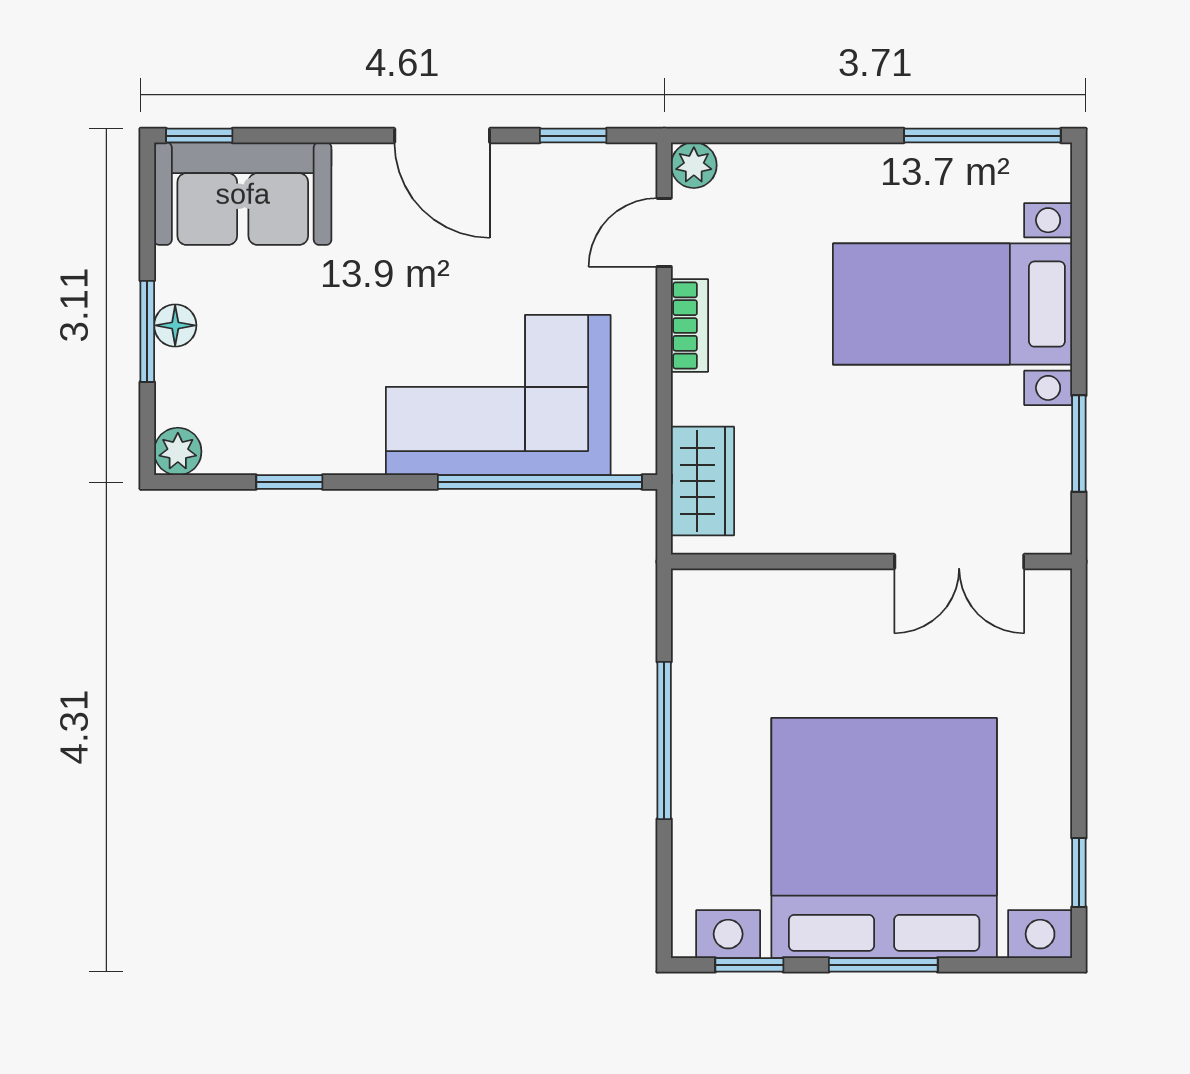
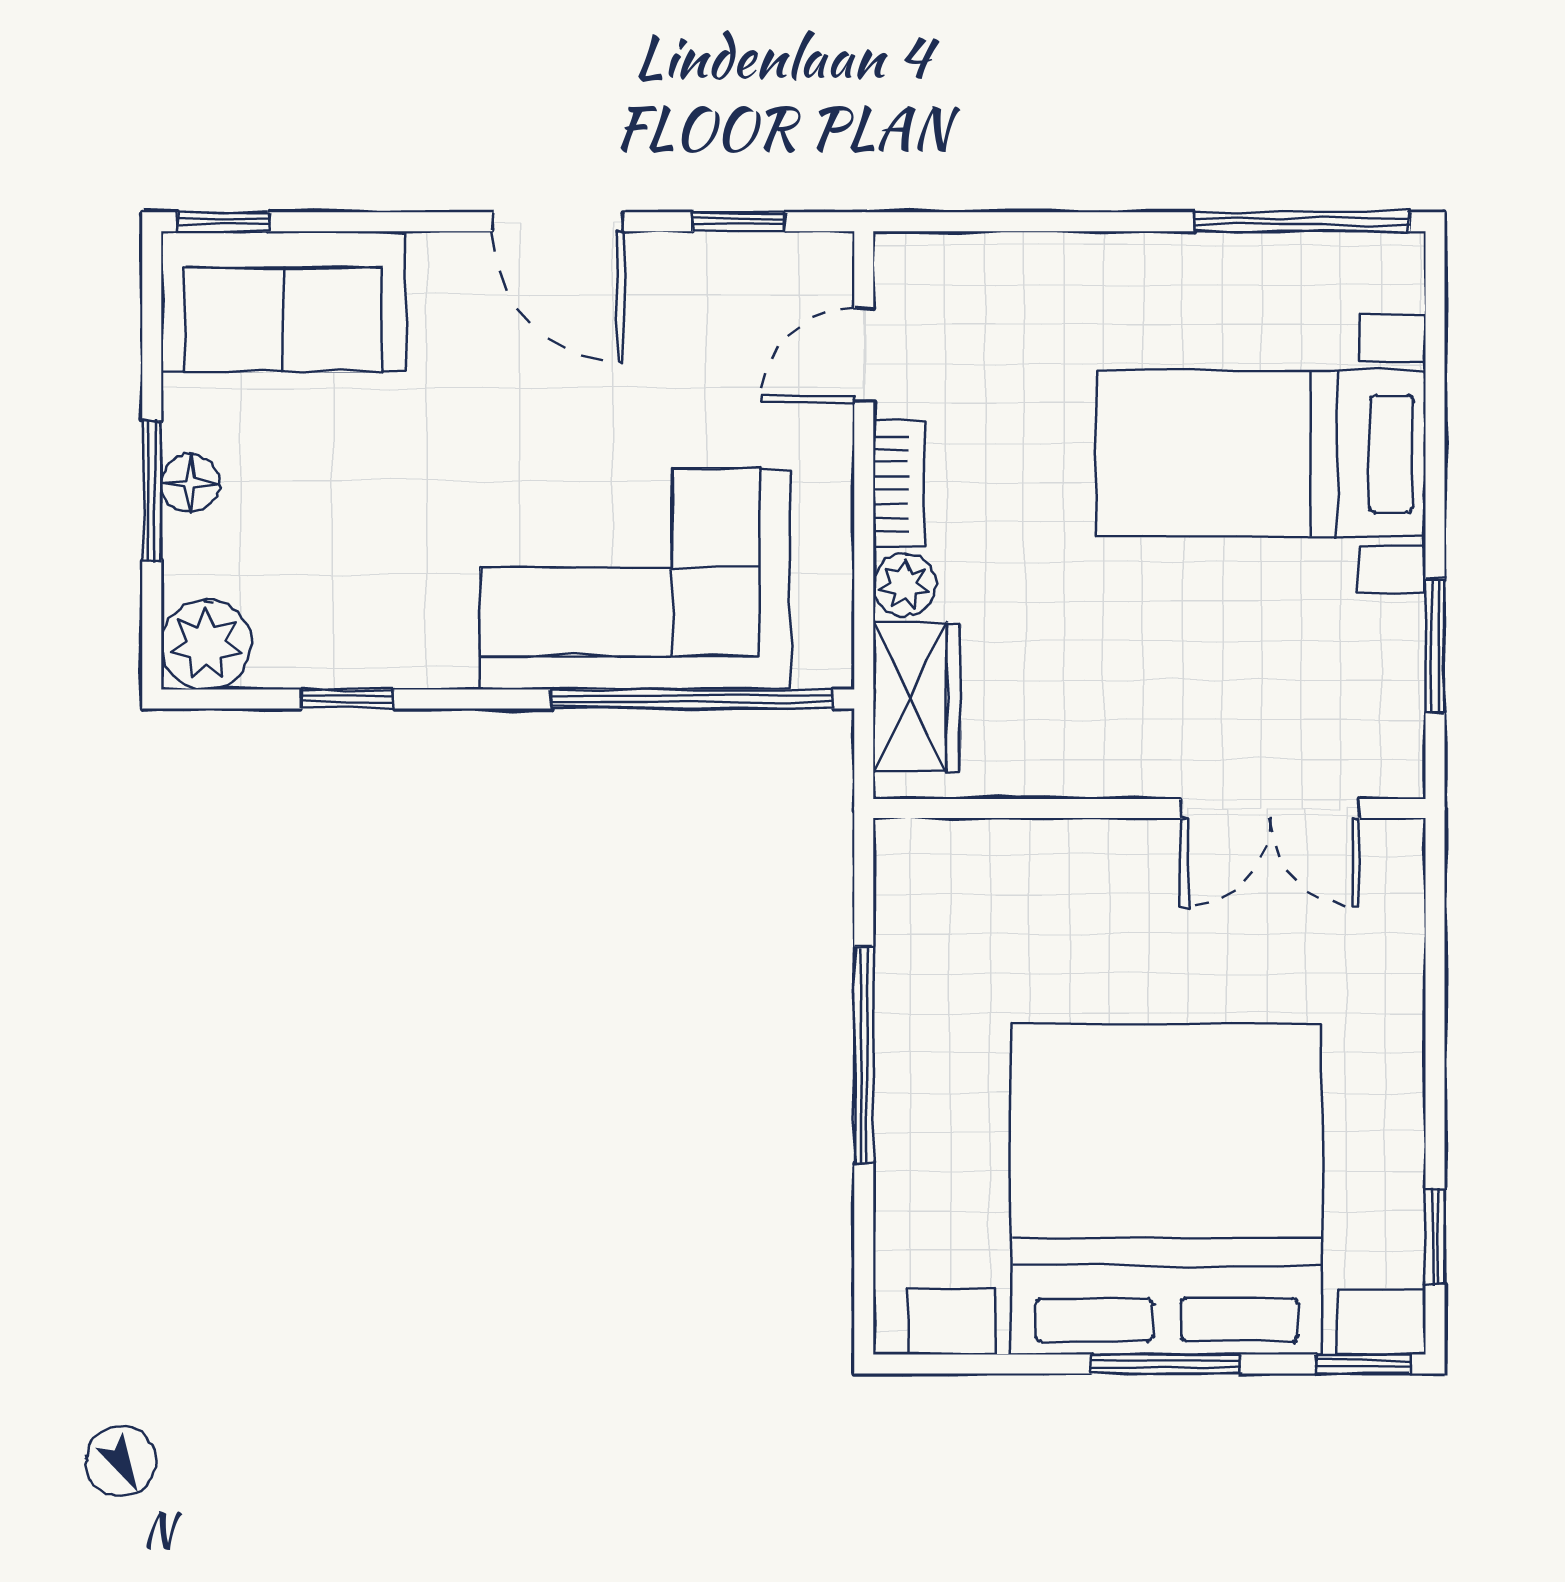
plant: (694, 165) -> (905, 585), moved
plant: (178, 451) -> (206, 645), width x1.38, depth x1.38
window: (749, 965) -> (1363, 1364), moved

